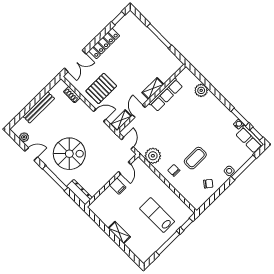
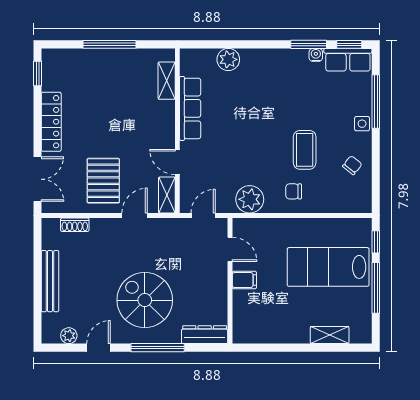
shelving: (153, 88) -> (167, 81), moved
door: (127, 143) -> (203, 216), hinge flipped
spiral stairs: (69, 154) -> (145, 300), turned -90
lab bench: (157, 215) -> (328, 267), width x1.36, depth x1.39
shelving: (119, 232) -> (330, 335), moved

